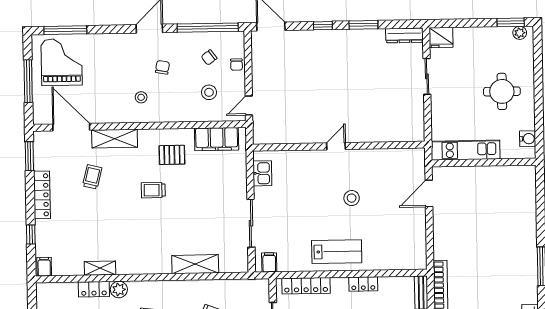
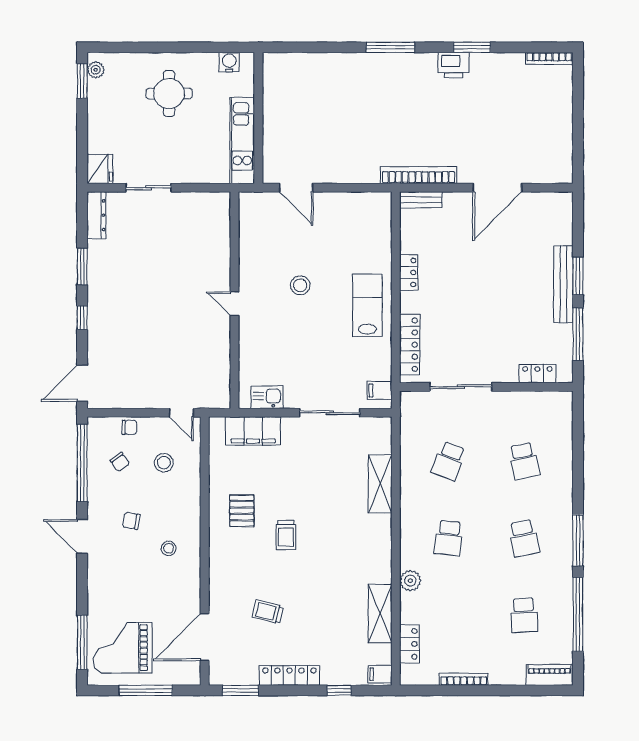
shelving: (115, 139) -> (220, 583), removed
filing cabinet: (217, 139) -> (253, 431), moved, turned 90
shelving: (100, 268) -> (380, 614), width x1.50, depth x1.33
locker: (94, 289) -> (409, 644), moved

